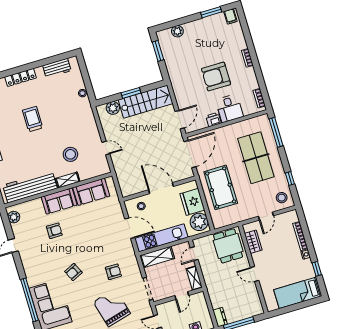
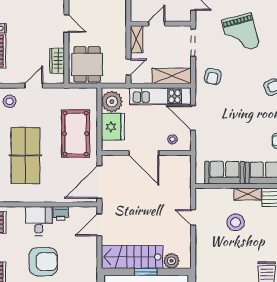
armchair: (113, 272) -> (213, 76), moved, turned -79

